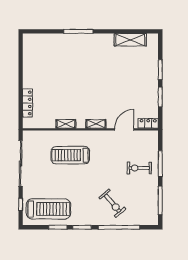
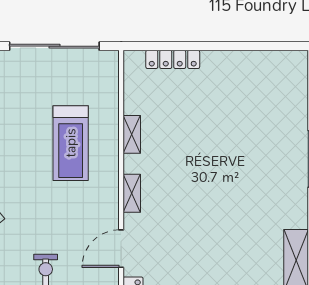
door: (124, 129) -> (121, 249), swing flipped
treadmill: (70, 155) -> (71, 143), turned 180

